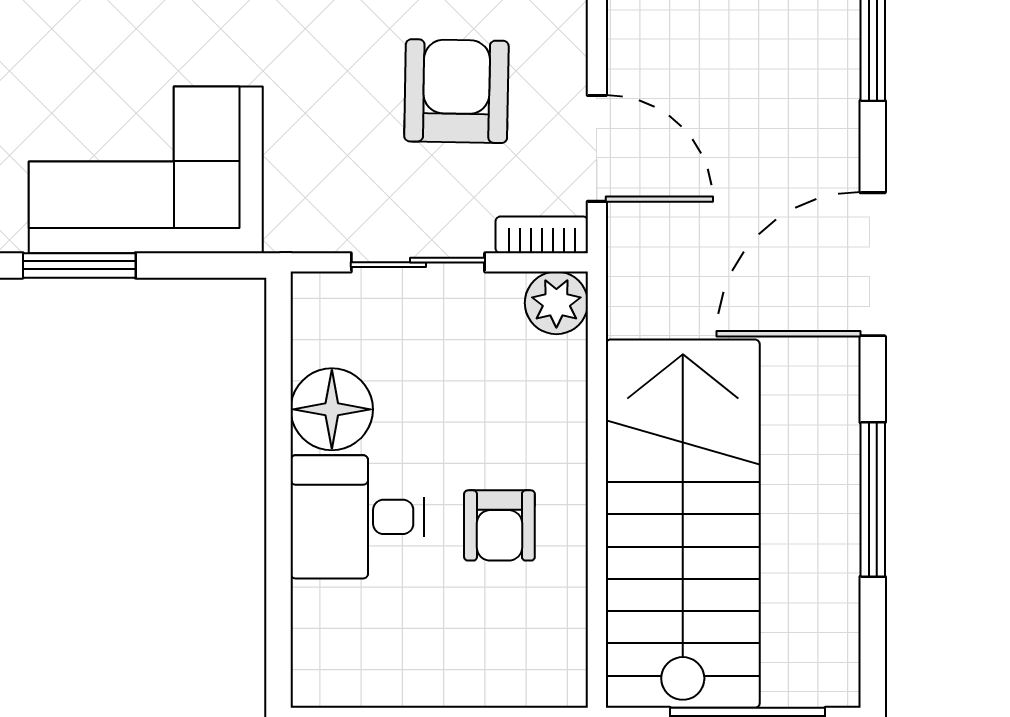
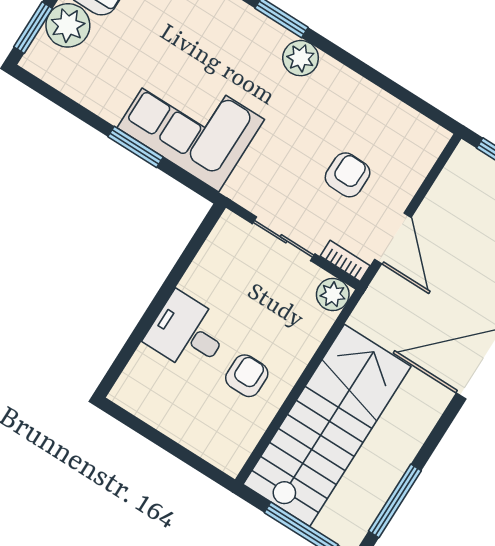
armchair: (456, 91) -> (348, 175), width x0.72, depth x0.72
floor lamp: (332, 409) -> (206, 279), removed
window: (873, 499) -> (395, 501), moved
armchair: (499, 525) -> (247, 376), turned 180

